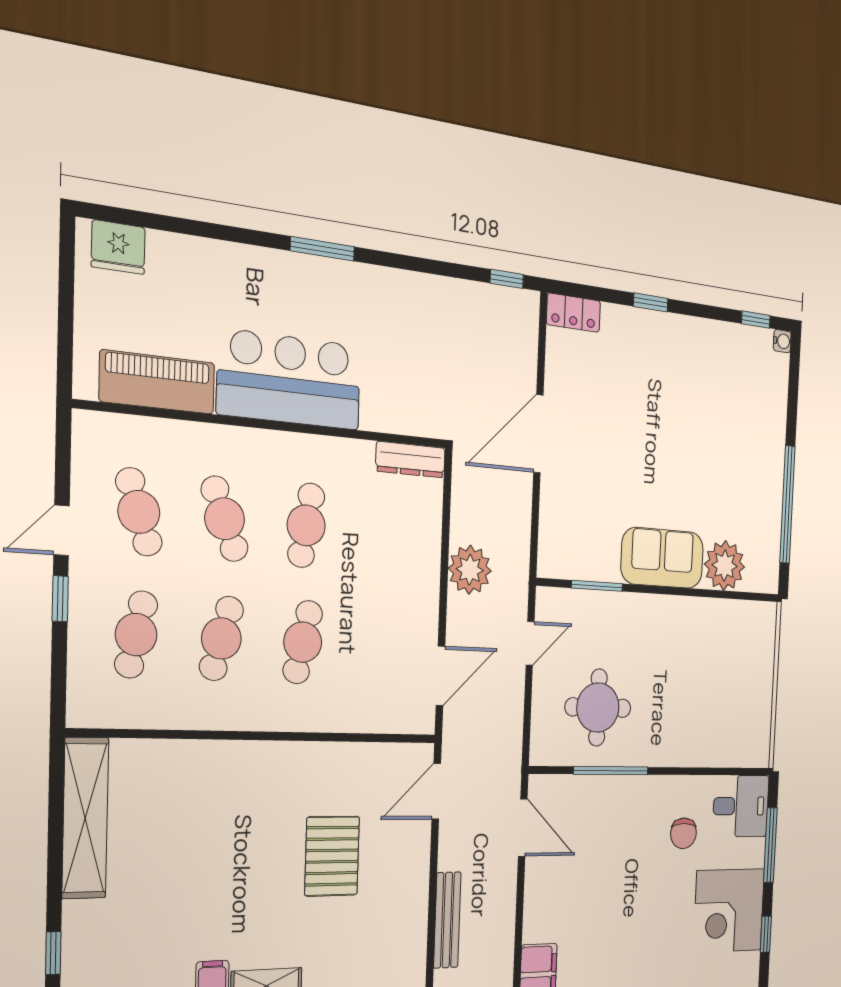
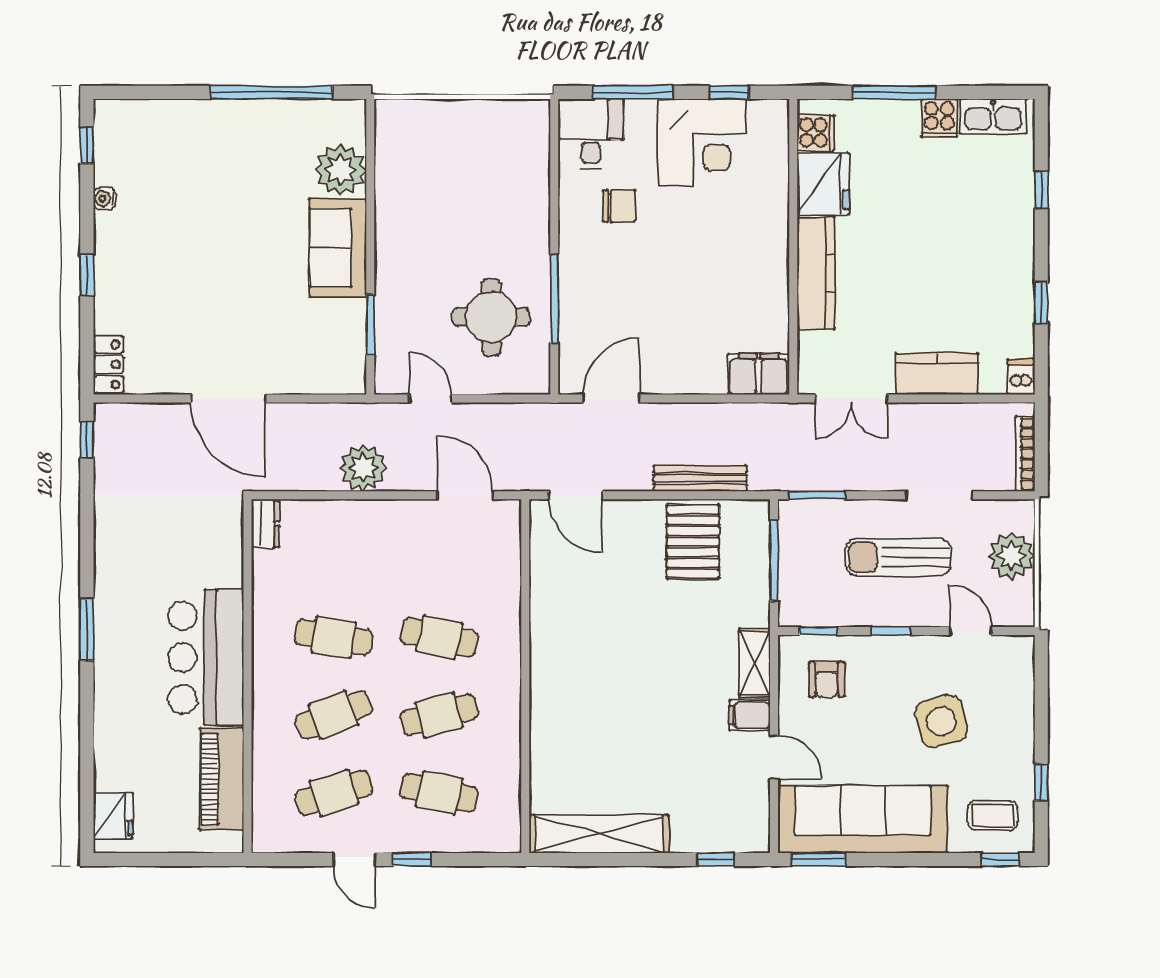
water cooler: (782, 341) -> (104, 199), moved, turned -90
dresser: (411, 460) -> (265, 524), width x0.70
cafe table: (221, 638) -> (439, 715), turned -30
pallet: (332, 856) -> (693, 542), moved, turned 90

